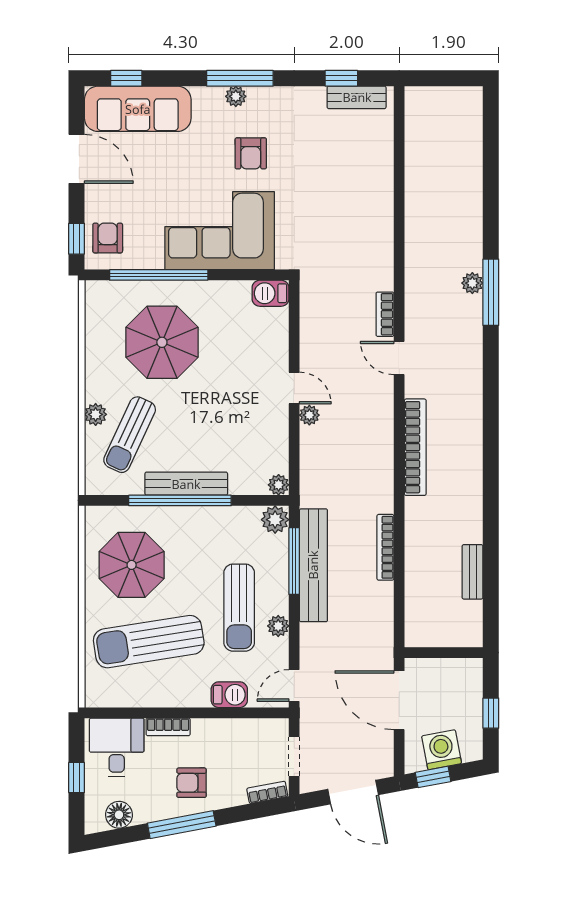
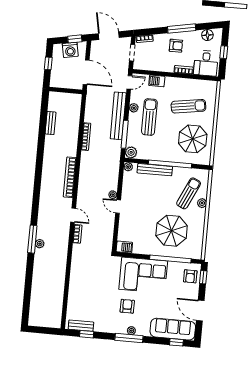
bench: (186, 484) -> (155, 170), moved
bench: (313, 565) -> (118, 116), moved
sun lounger: (149, 642) -> (188, 106), width x0.73, depth x0.75

